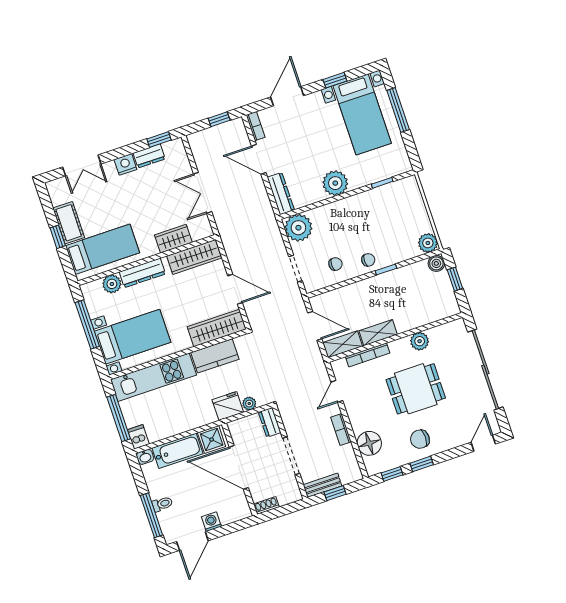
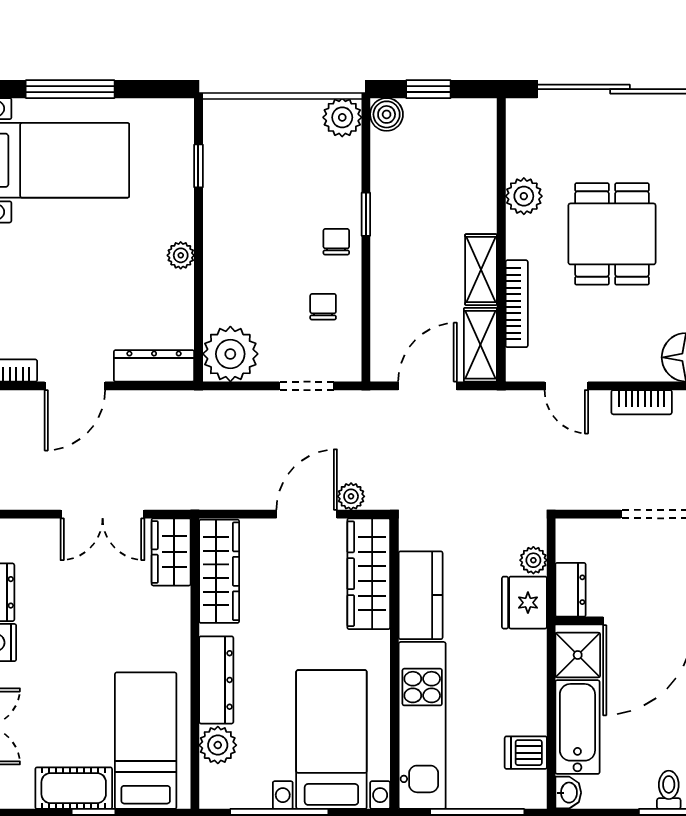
plant: (335, 183) -> (181, 255), width x0.53, depth x0.53
wardrobe: (173, 239) -> (171, 552), moved
plant: (250, 307) -> (351, 496), added
dresser: (270, 422) -> (571, 590), moved, turned -90
dishwasher: (138, 437) -> (526, 753), moved

